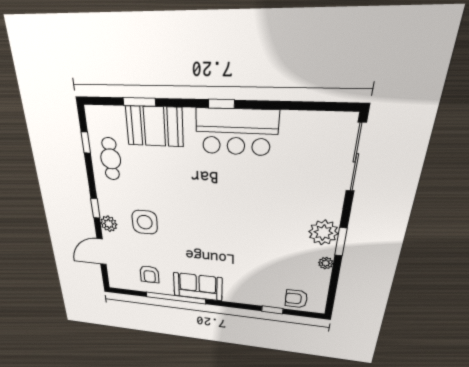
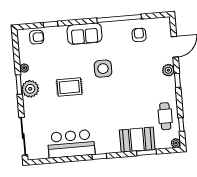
plant: (92, 113) -> (176, 143), added
bar counter: (236, 132) -> (71, 144), moved
side table: (145, 222) -> (103, 69), moved
rug: (258, 225) -> (69, 87), added
sofa: (198, 287) -> (84, 34), moved

